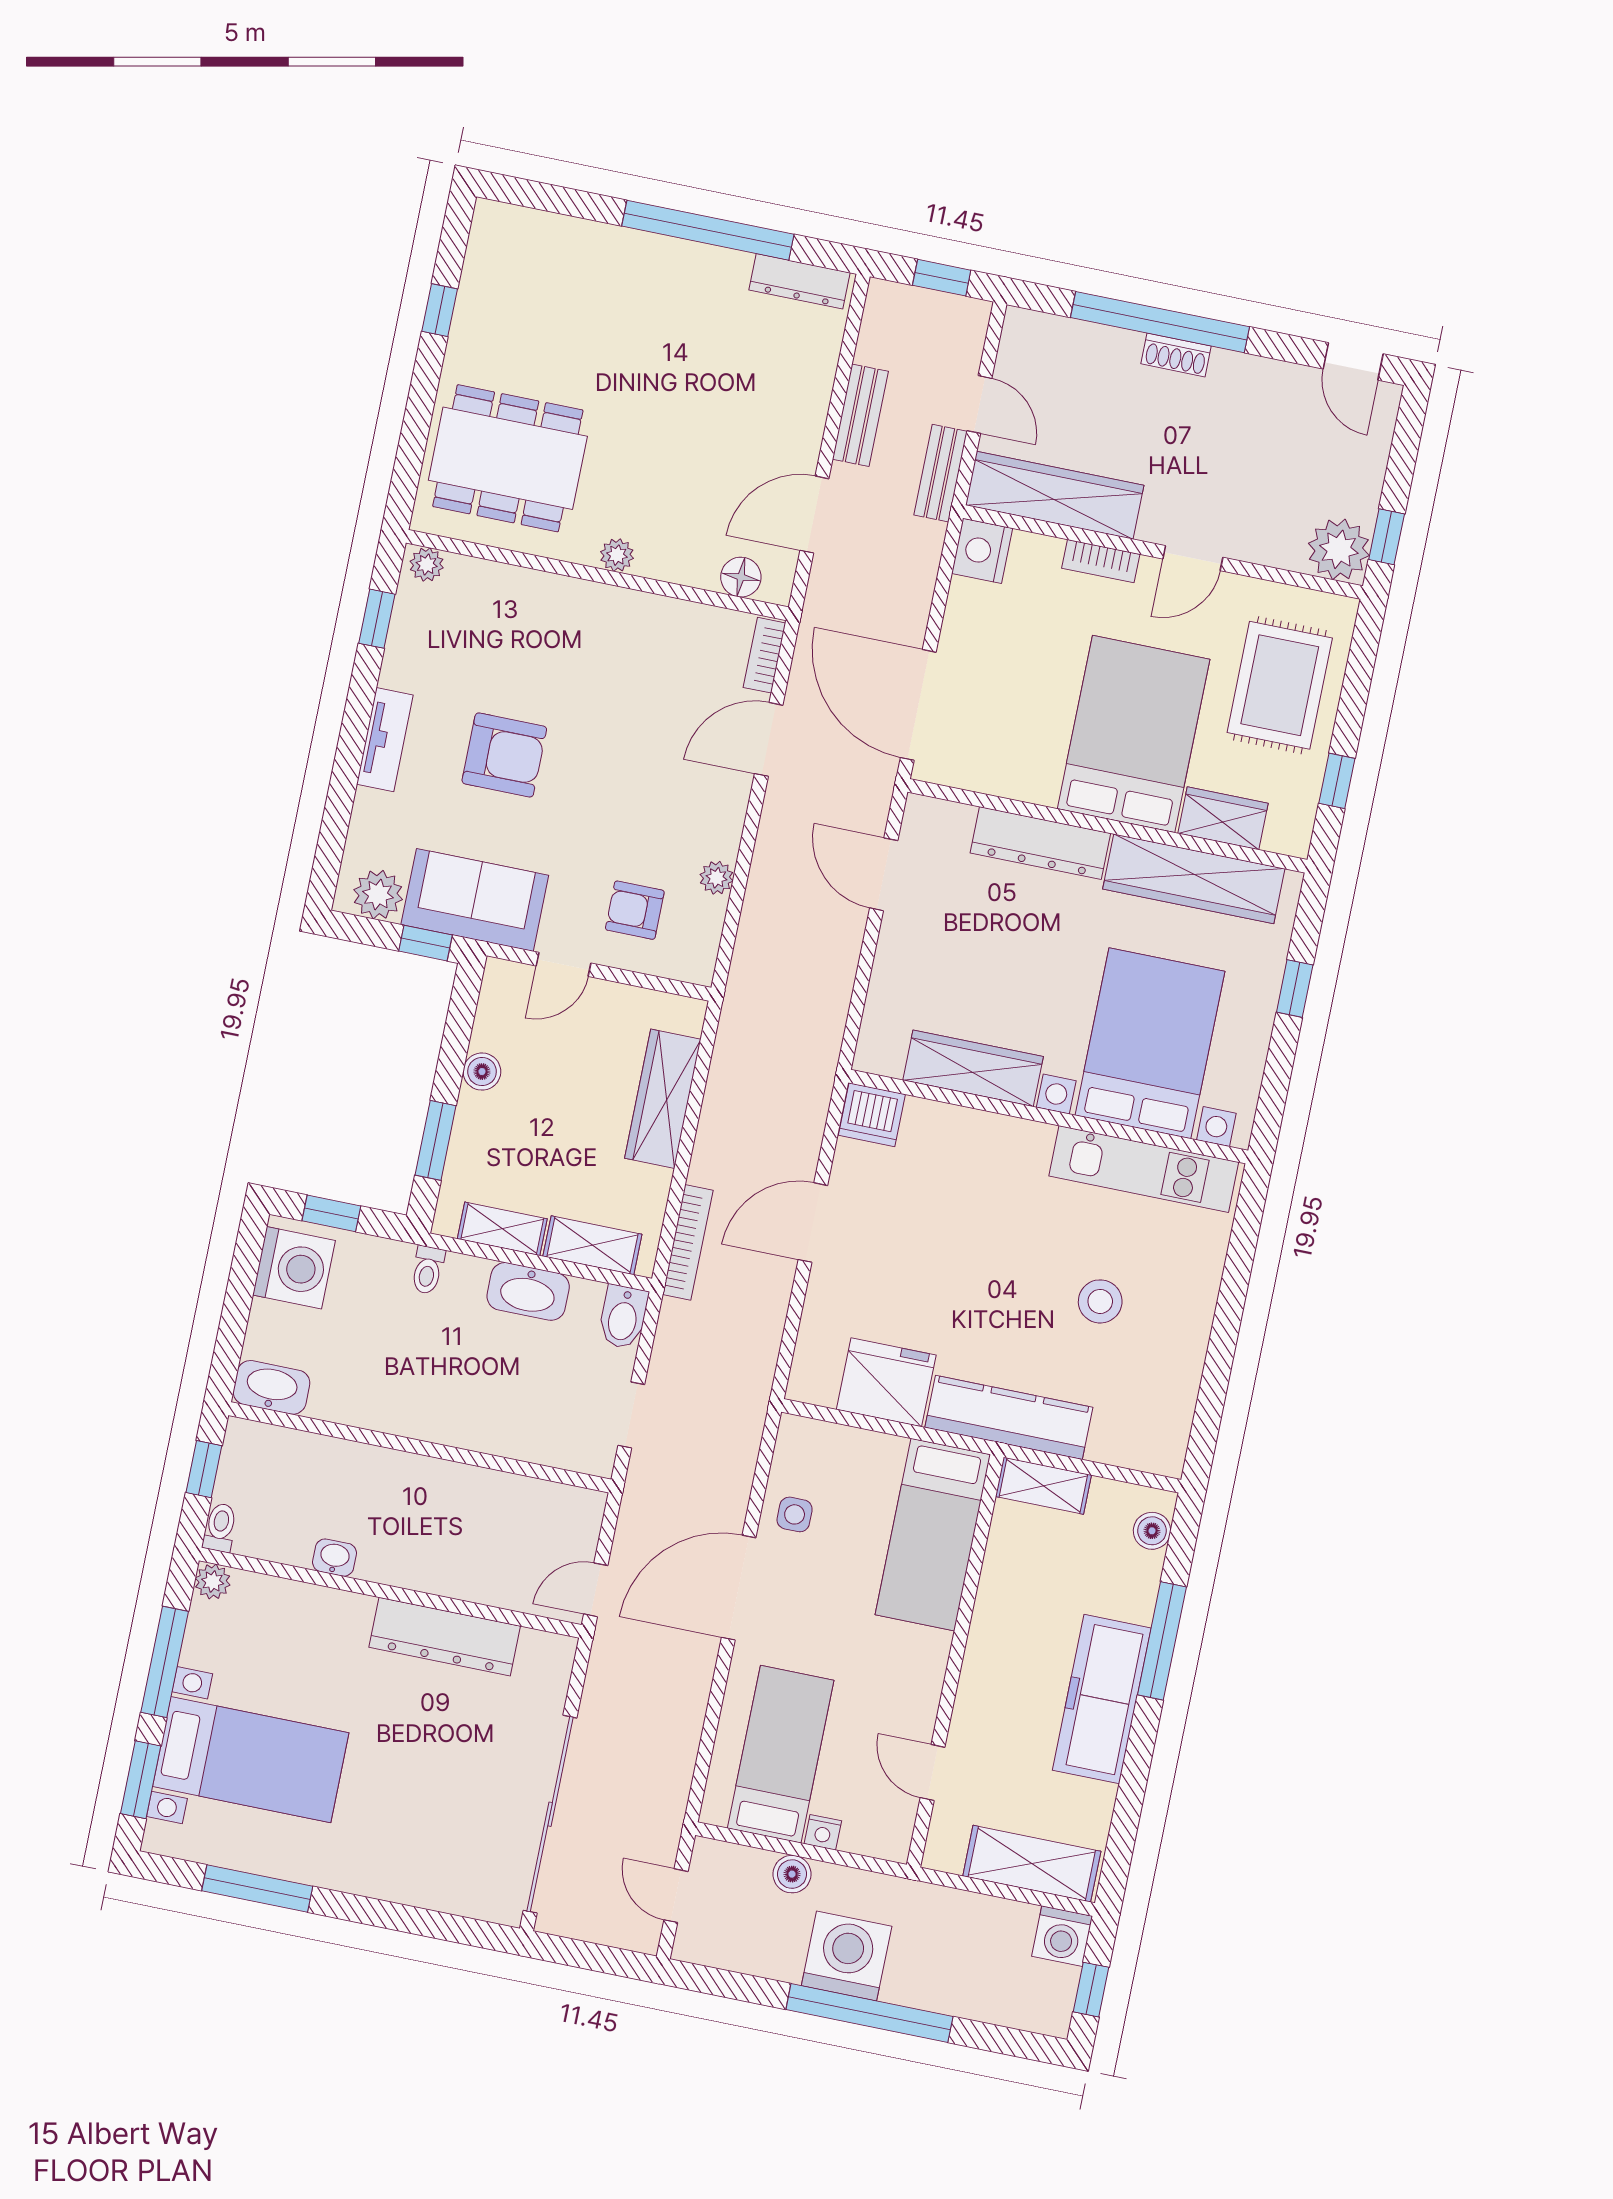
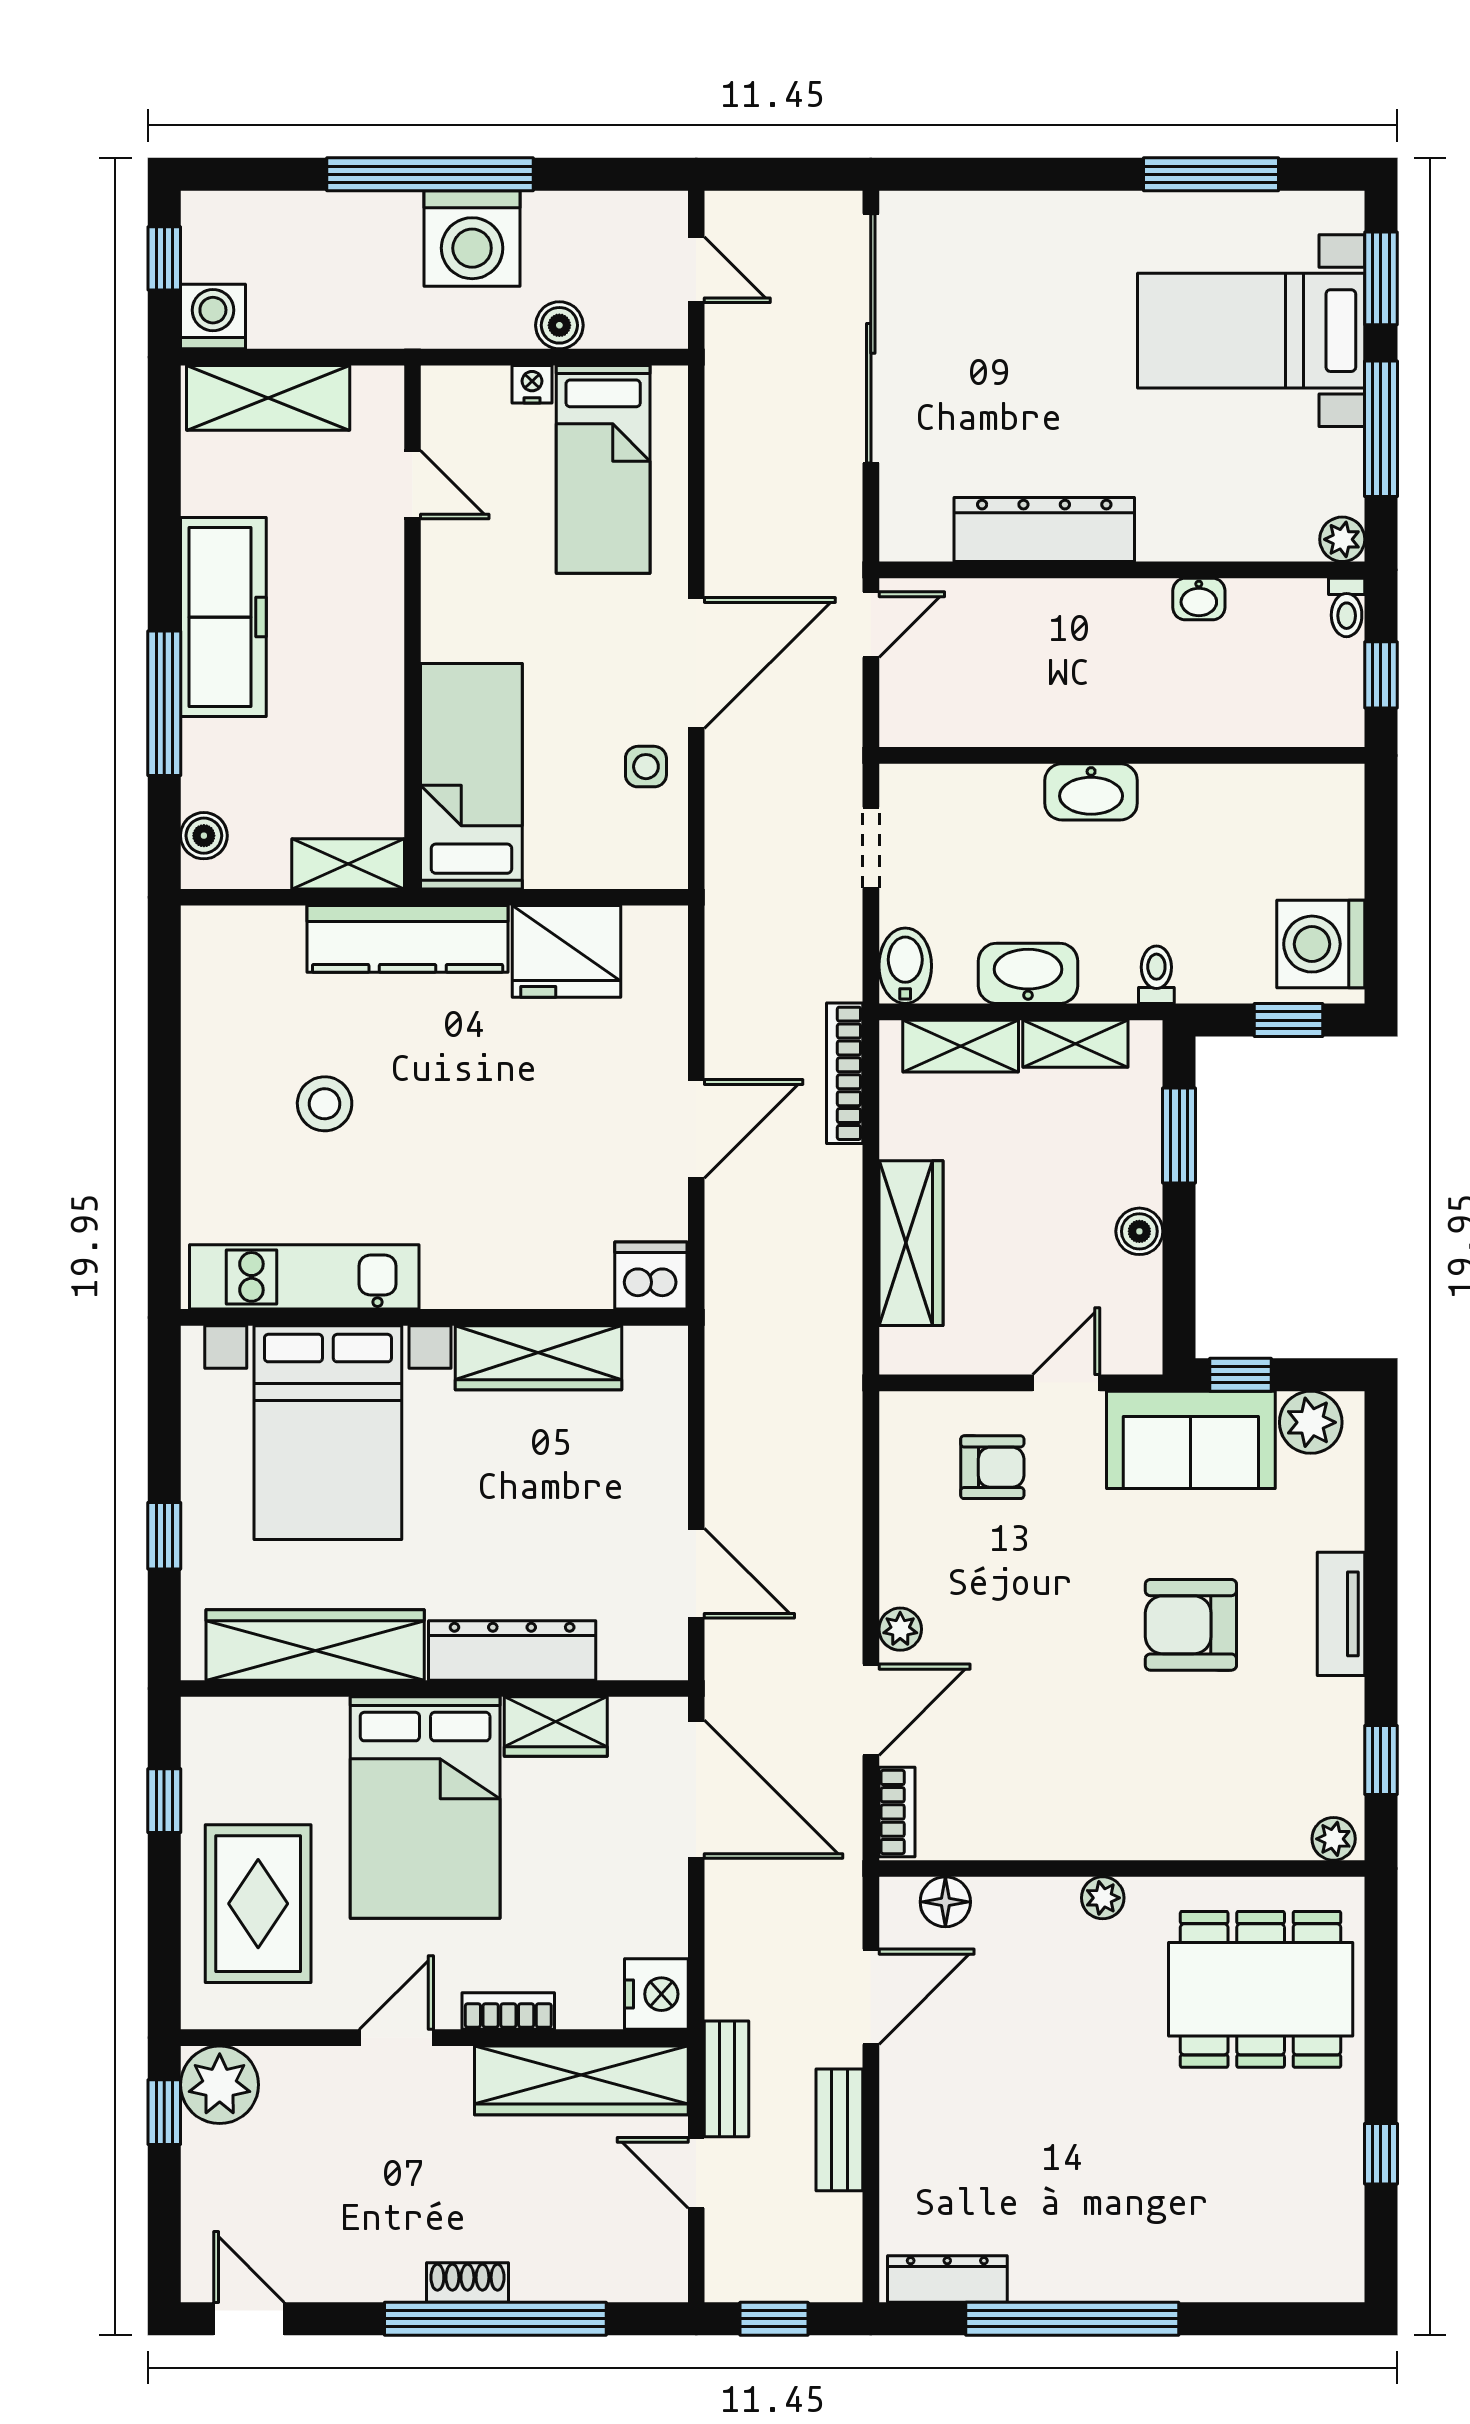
wardrobe: (1223, 818) -> (556, 1726), moved
plant: (717, 878) -> (900, 1629), moved
washbasin: (272, 1387) -> (1091, 792), moved

